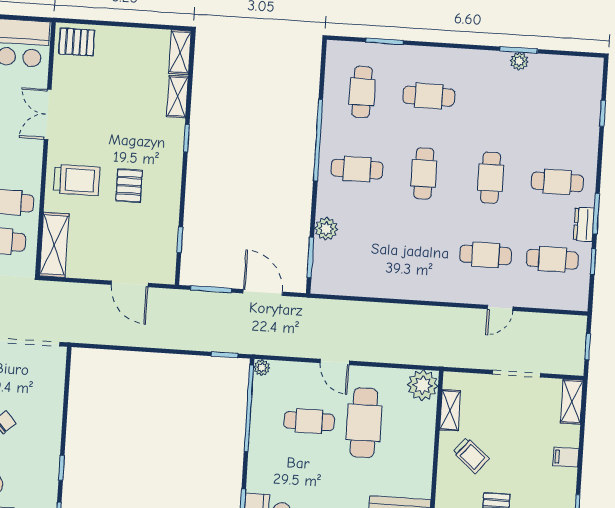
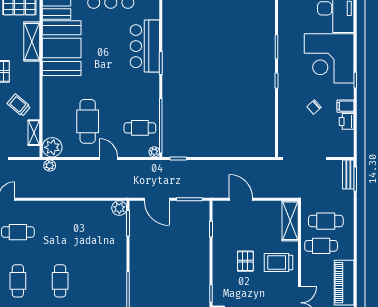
cafe table: (357, 169) -> (102, 281), removed
plant: (326, 229) -> (119, 208), moved
plant: (428, 357) -> (50, 166), added
cafe table: (309, 421) -> (140, 128), moved

